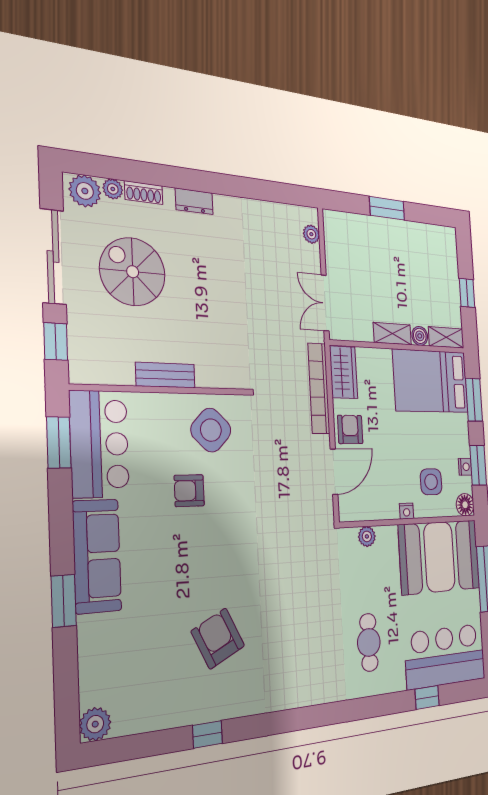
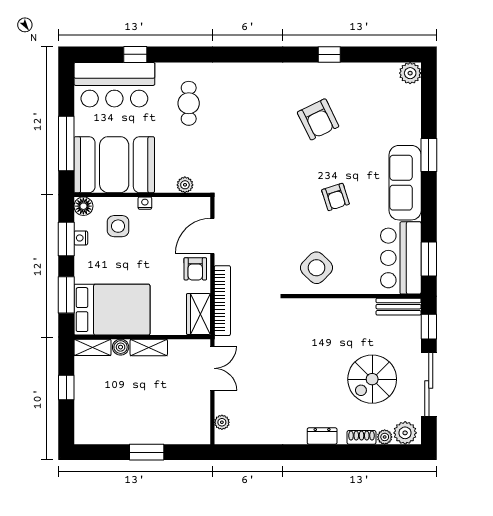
spiral stairs: (133, 272) -> (372, 379), turned 90
bench: (166, 375) -> (398, 307), moved
armchair: (189, 491) -> (335, 197), moved, turned 72

